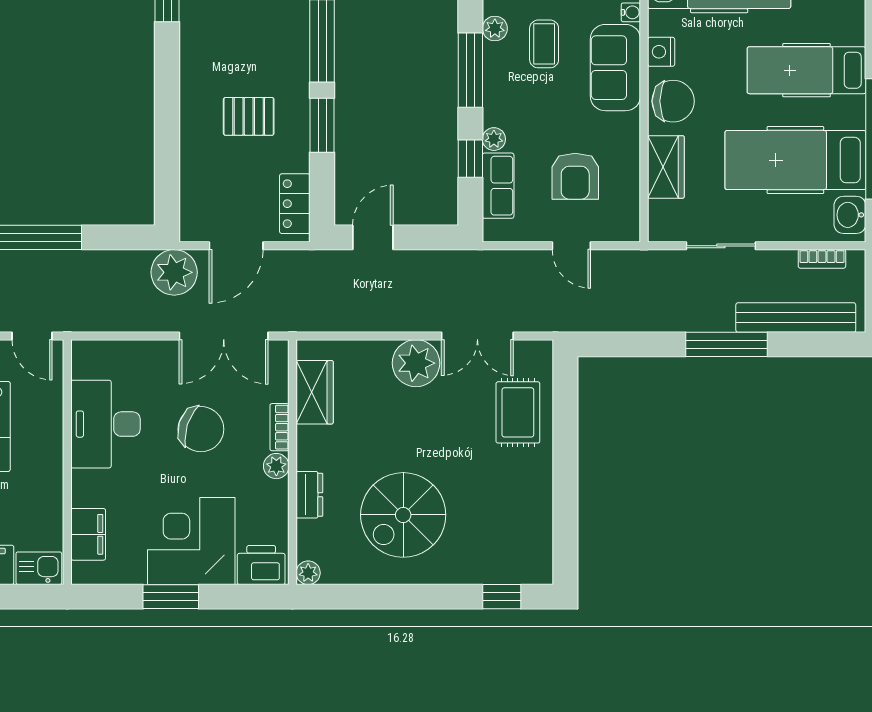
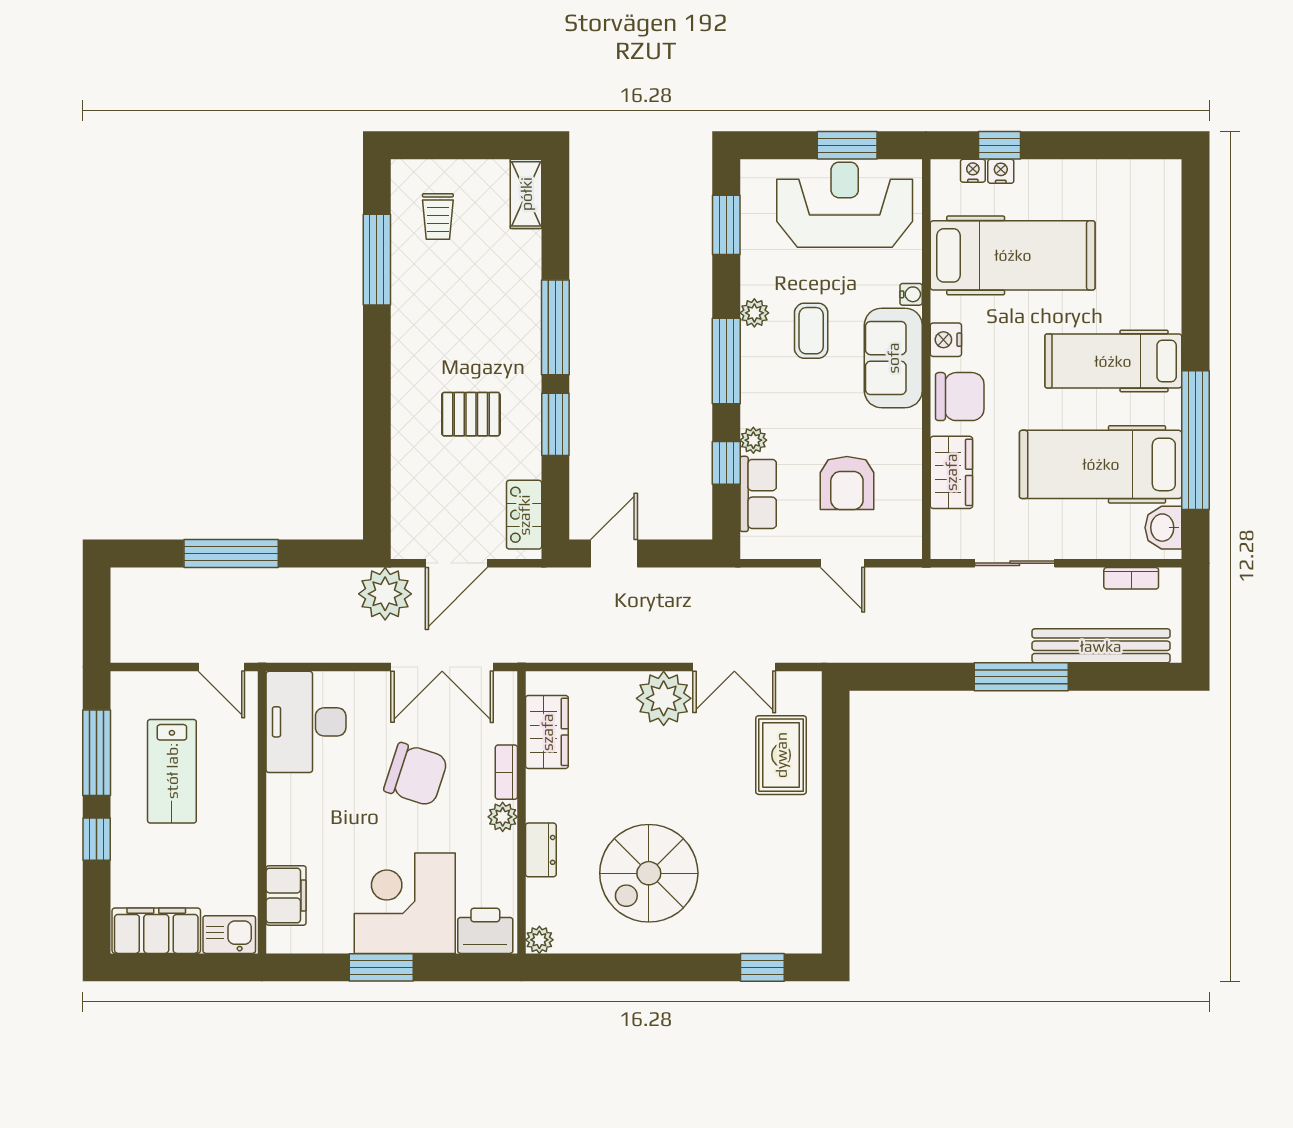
desk: (105, 424) -> (306, 722), moved

